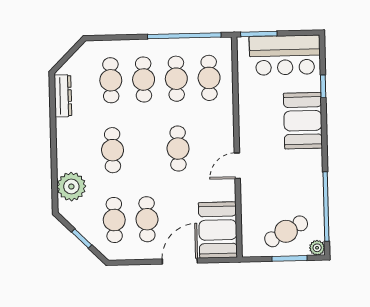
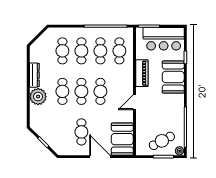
dresser: (63, 96) -> (34, 75), moved
piano: (249, 115) -> (142, 73), added
plant: (71, 187) -> (38, 97), moved
cafe table: (114, 220) -> (81, 91), moved
door: (180, 261) -> (100, 157), hinge flipped

